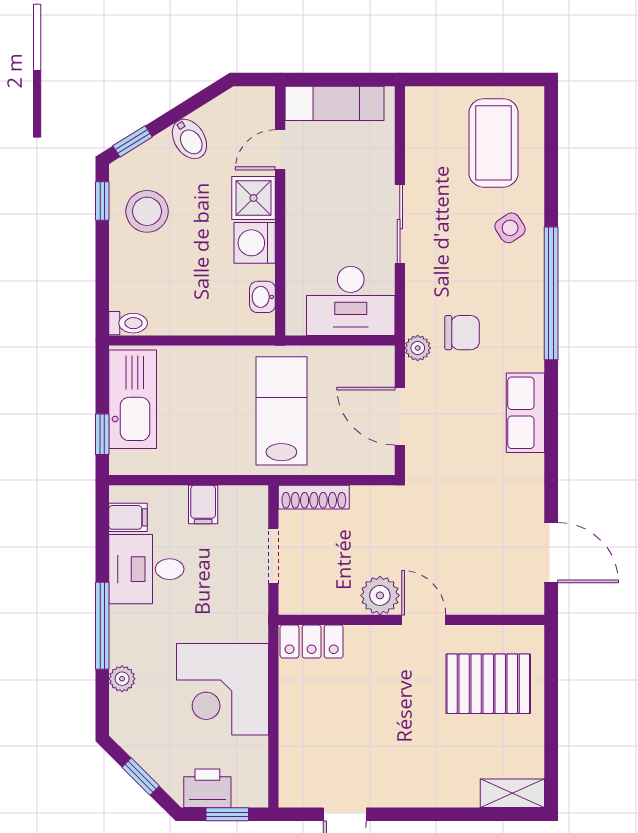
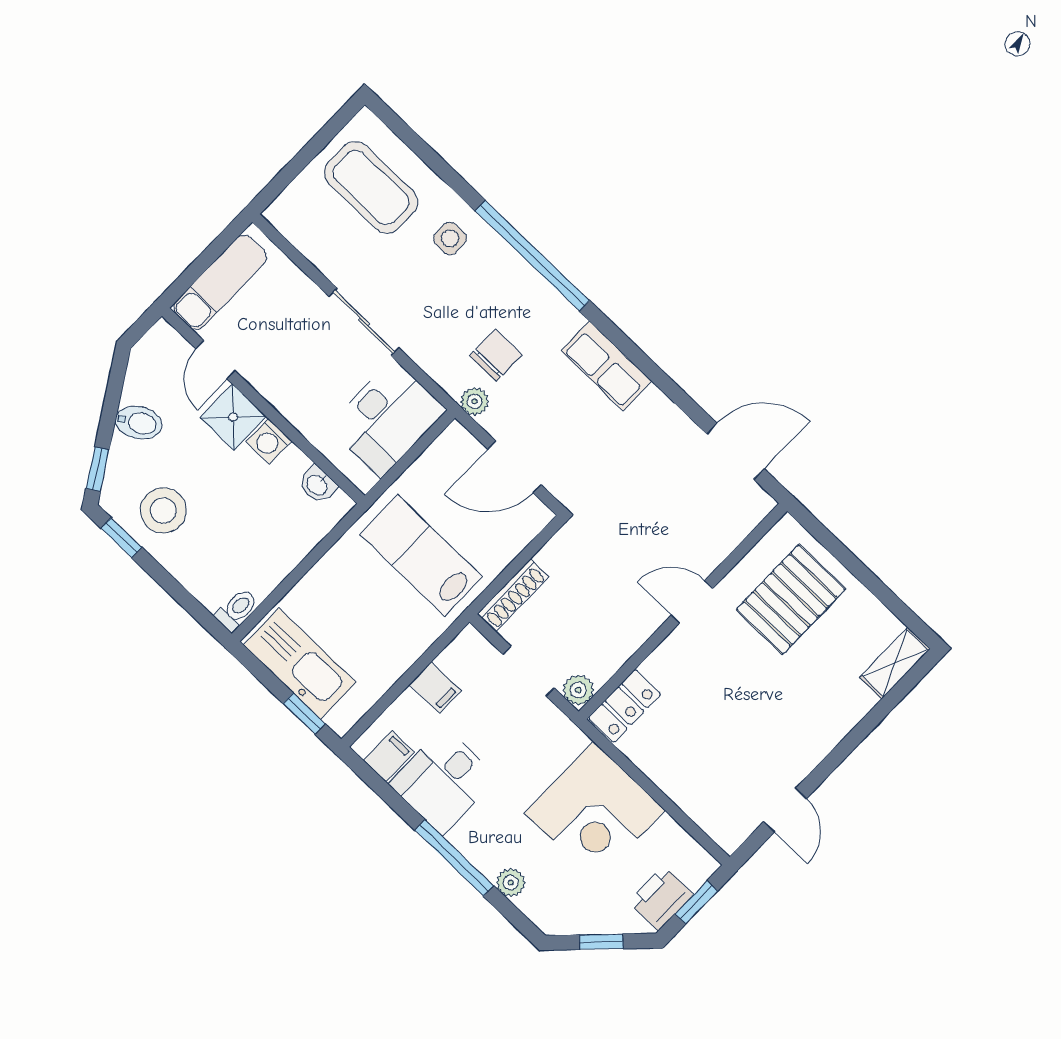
side table: (510, 228) -> (450, 238), turned 33
washing machine: (255, 243) -> (269, 441), width x0.73, depth x0.73
plant: (380, 595) -> (578, 690), moved, width x0.73, depth x0.73

